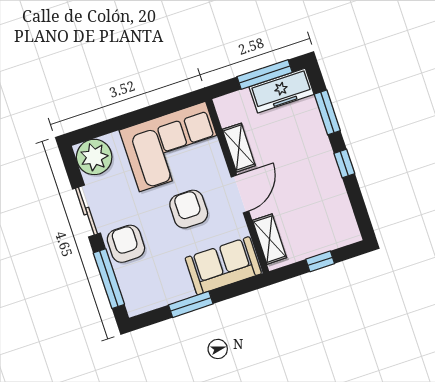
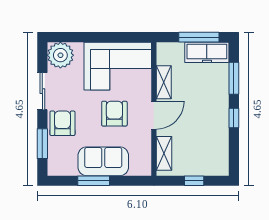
sofa: (223, 266) -> (103, 161), moved
window: (109, 279) -> (42, 144), width x0.69

